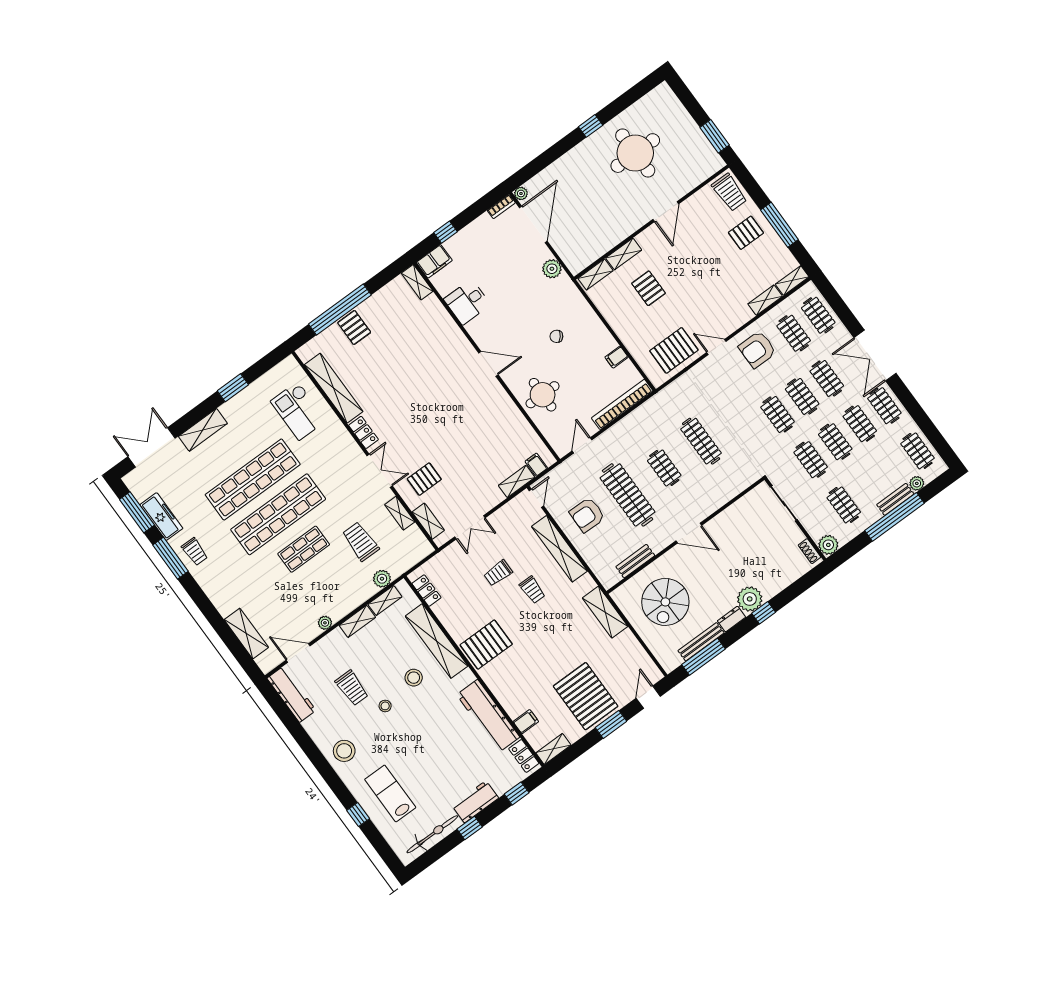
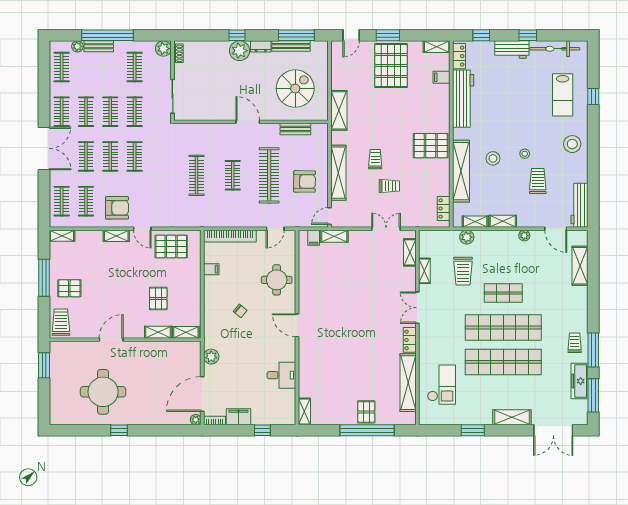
filing cabinet: (434, 261) -> (239, 417), moved
shelving: (765, 300) -> (116, 236), moved
pallet: (424, 479) -> (393, 281), removed

